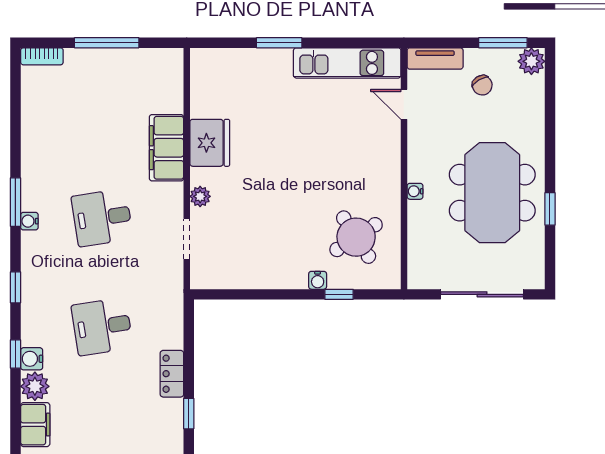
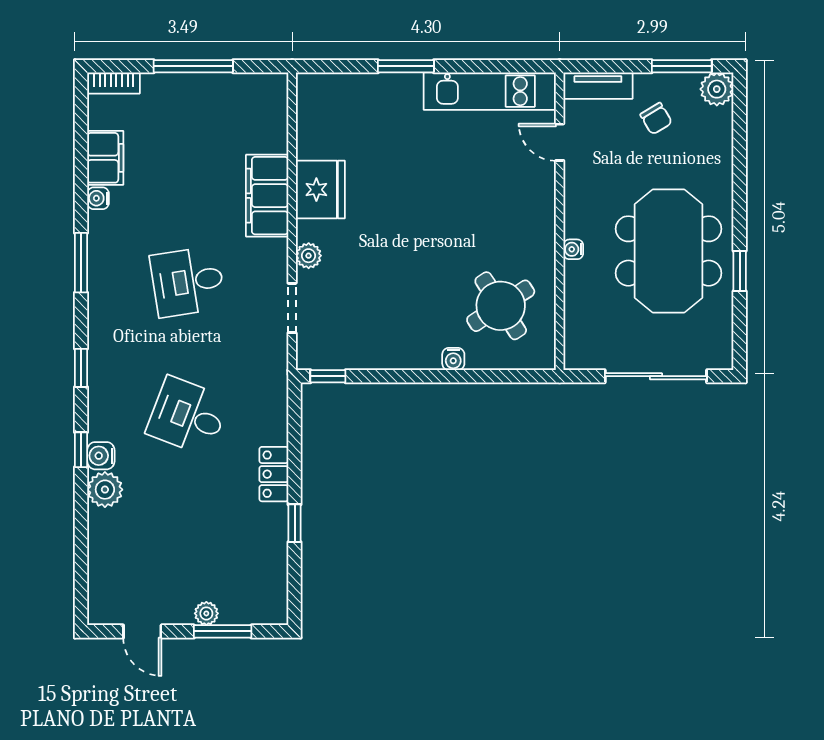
water cooler: (29, 221) -> (98, 198), moved
window: (339, 294) -> (328, 376), moved
desk: (102, 327) -> (188, 416), turned 30
filing cabinet: (35, 425) -> (105, 158), moved

